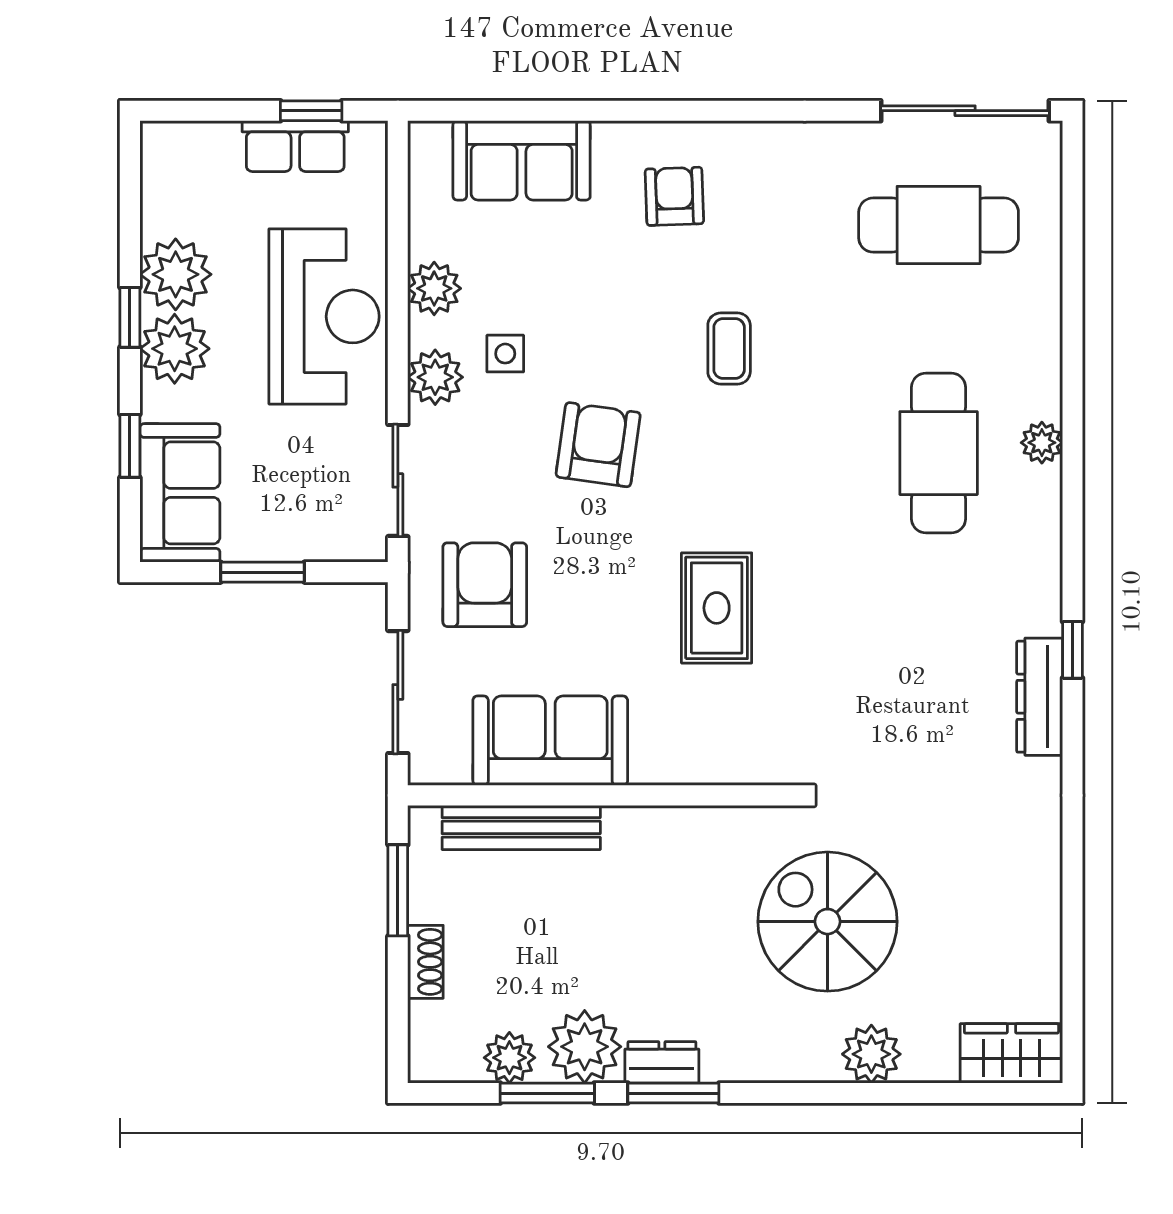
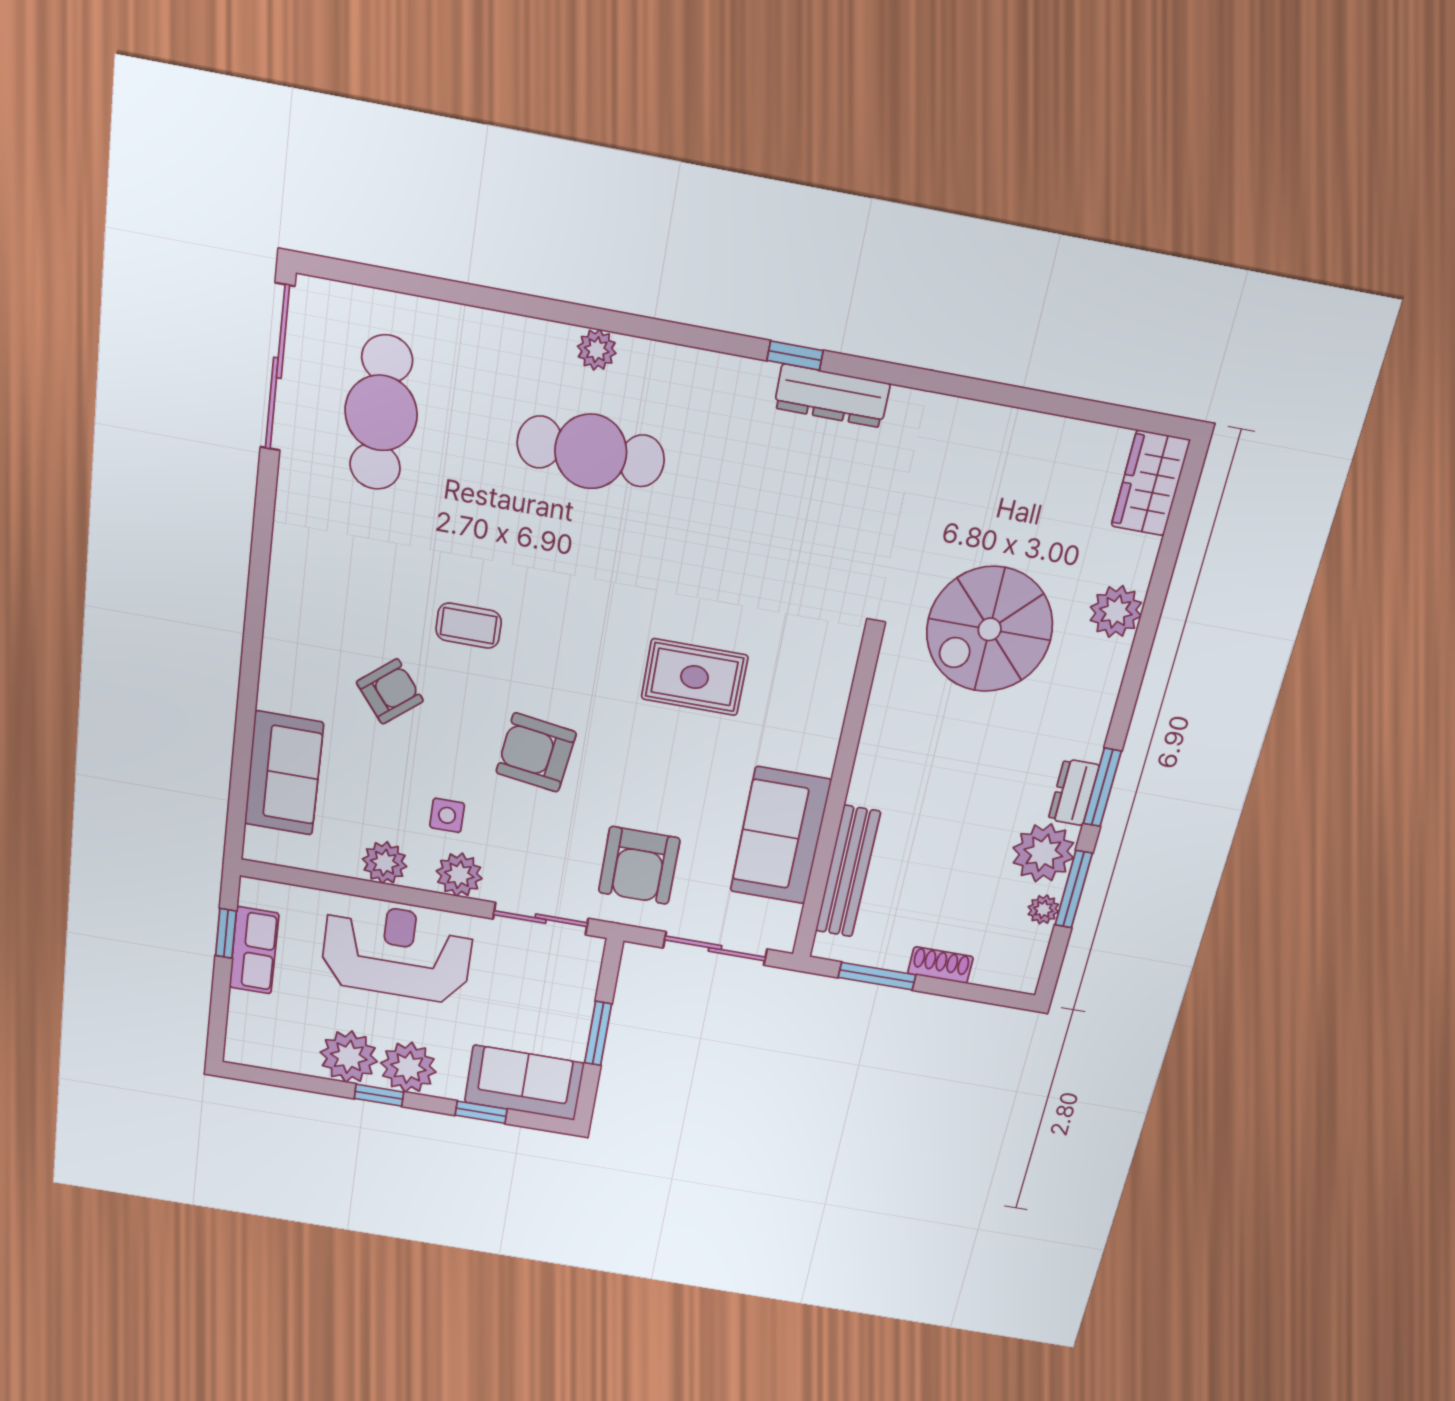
armchair: (674, 196) -> (390, 692), moved, turned 143
armchair: (485, 585) -> (639, 865), turned -90
plant: (509, 1058) -> (1043, 909), width x0.73, depth x0.73

